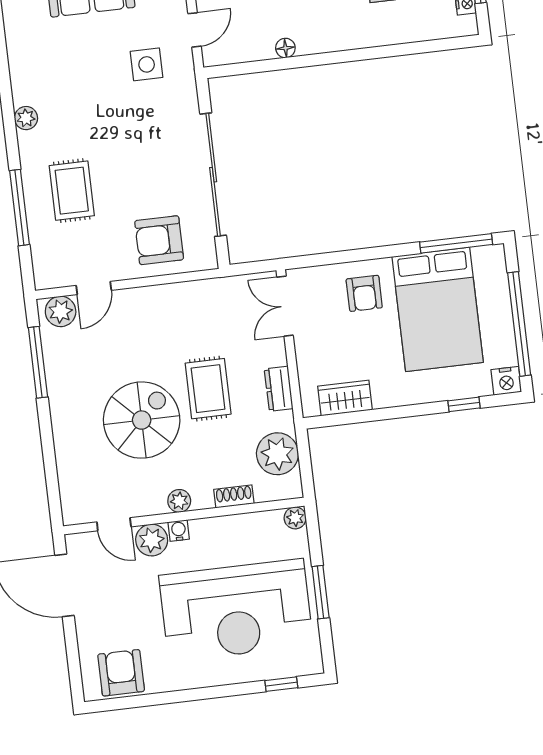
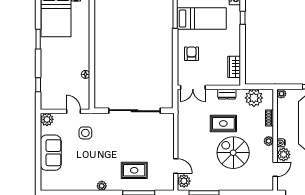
armchair: (159, 240) -> (159, 136), removed
armchair: (364, 293) -> (191, 54), turned -90
bed: (438, 309) -> (202, 19), width x0.67

